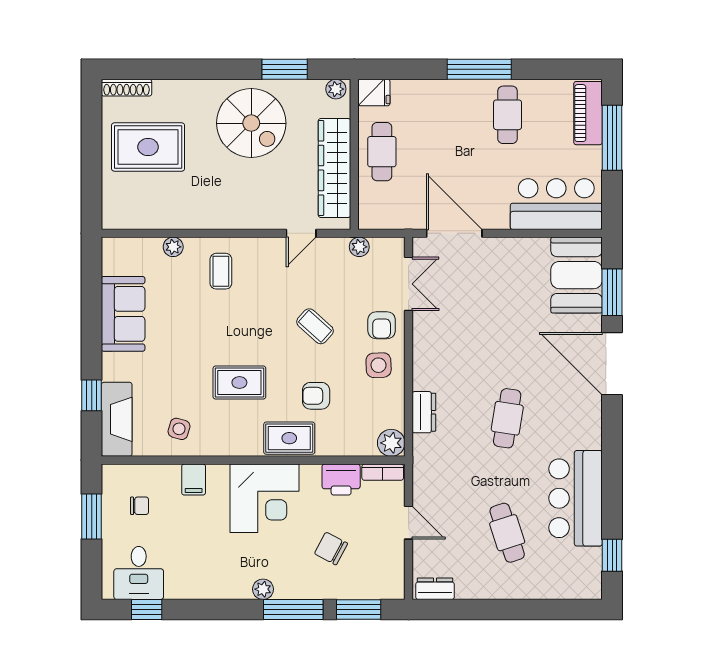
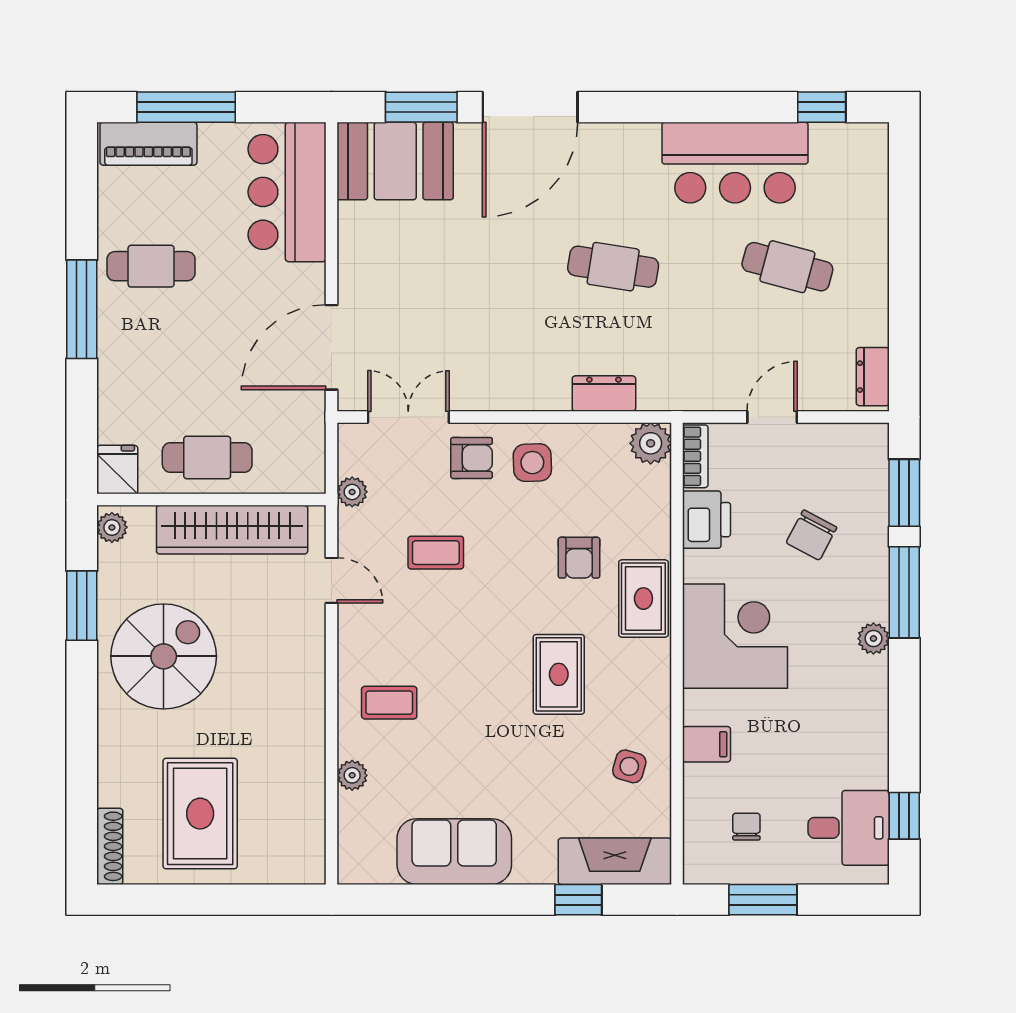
coffee table: (315, 326) -> (436, 553), moved, turned 48
cafe table: (507, 533) -> (787, 267), turned 33

